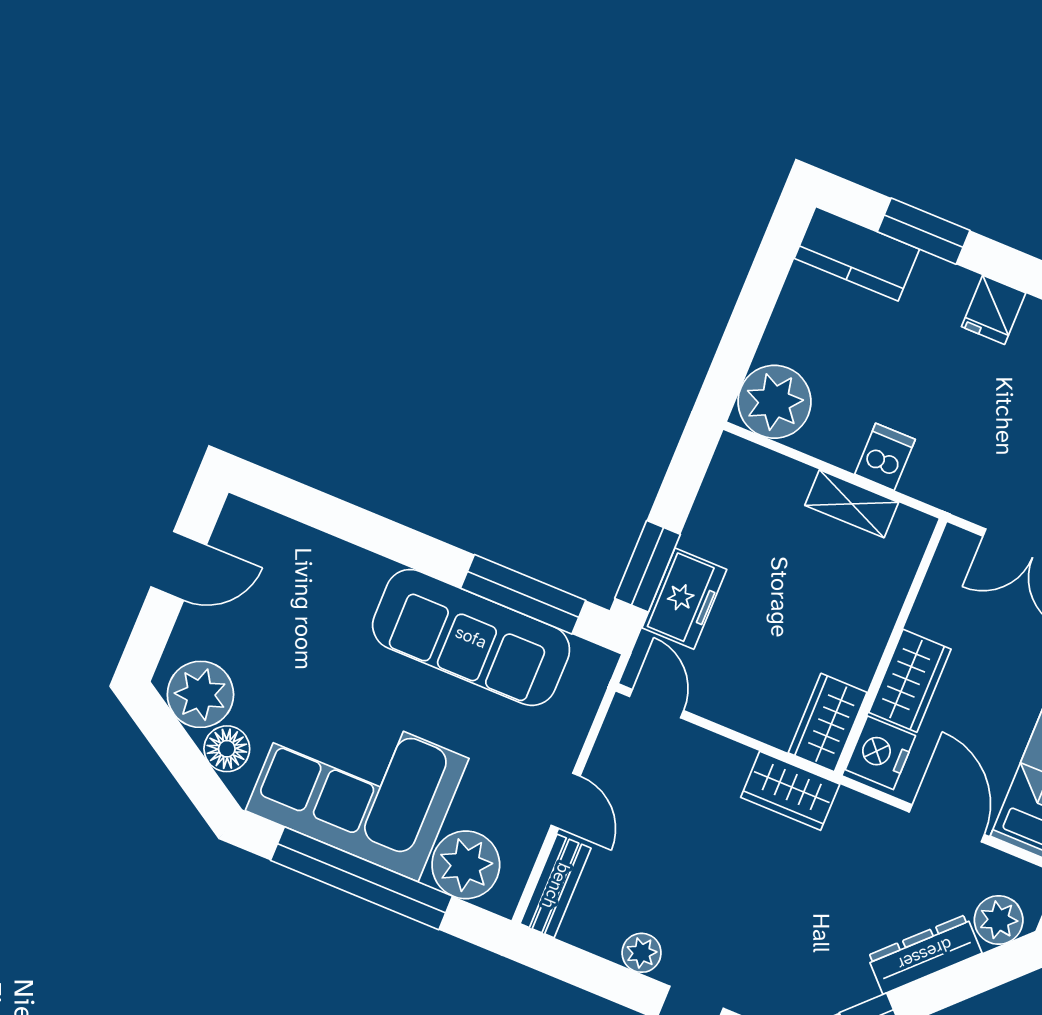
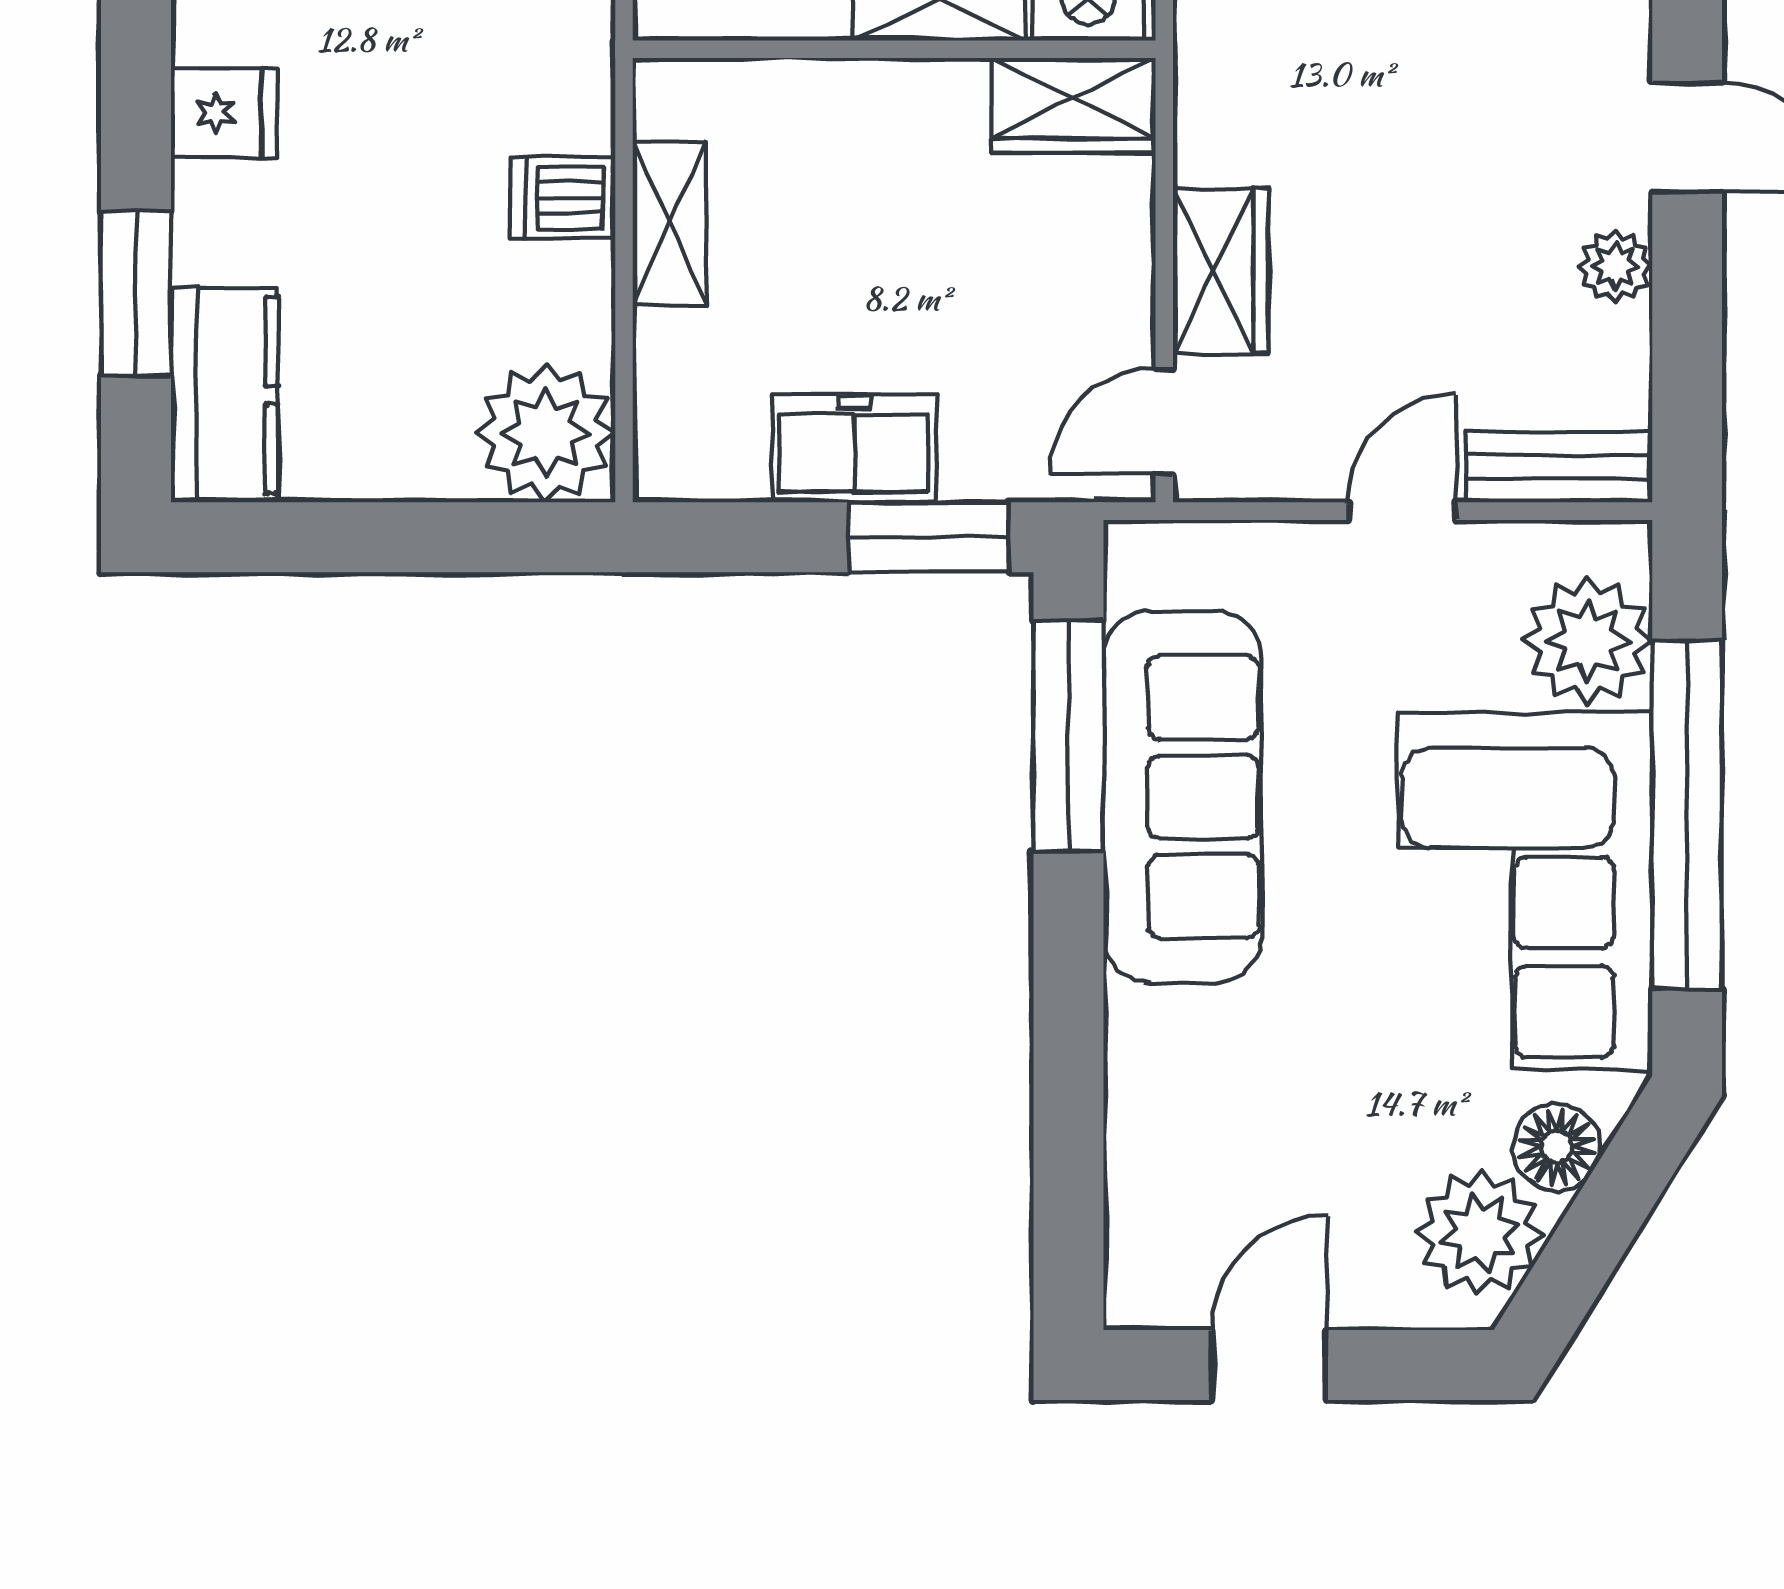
door: (179, 566) -> (1269, 1365), hinge flipped
freezer: (684, 599) -> (854, 449), moved
wardrobe: (790, 791) -> (1221, 271), moved

